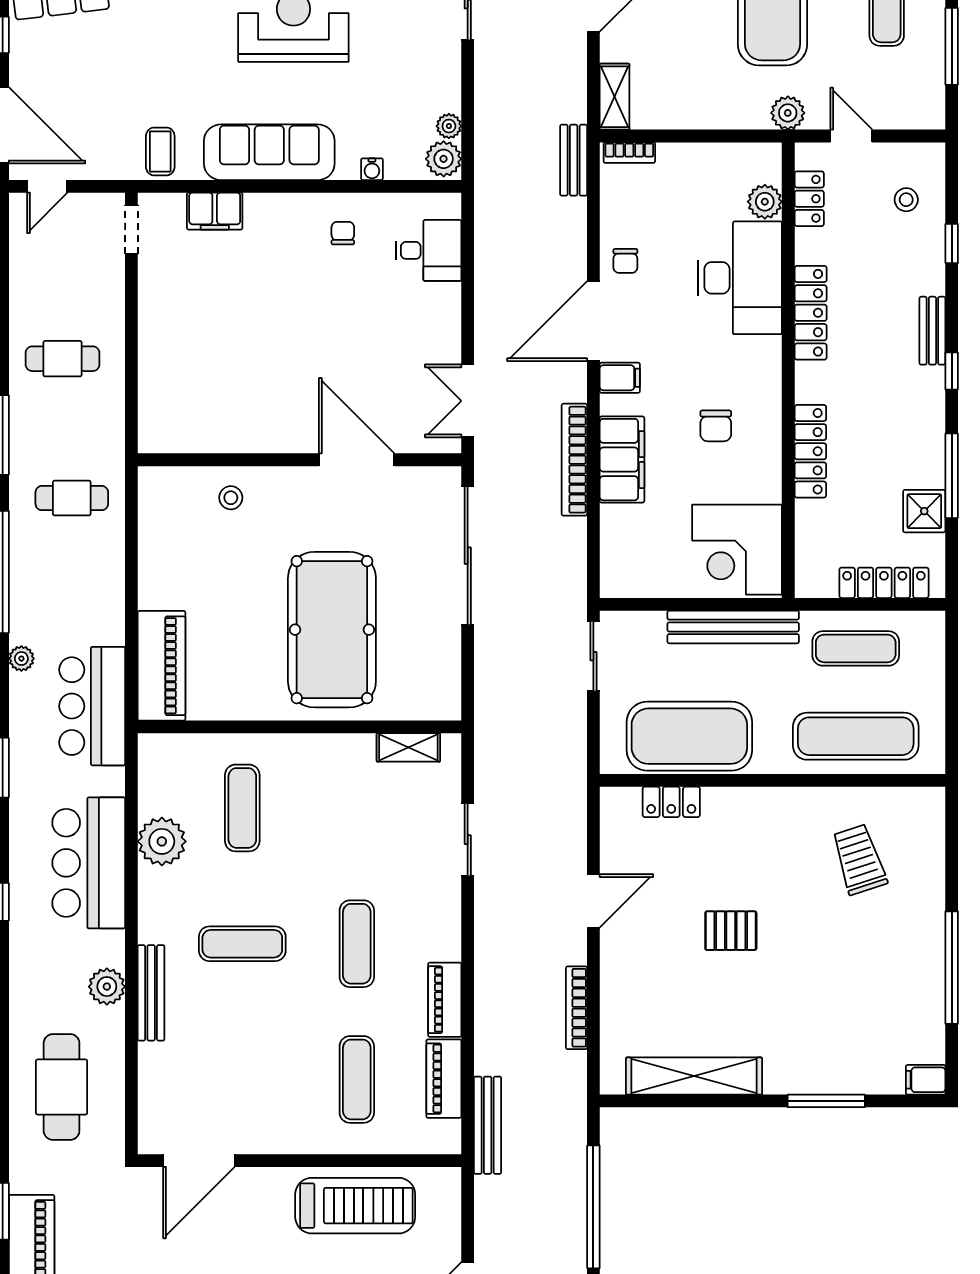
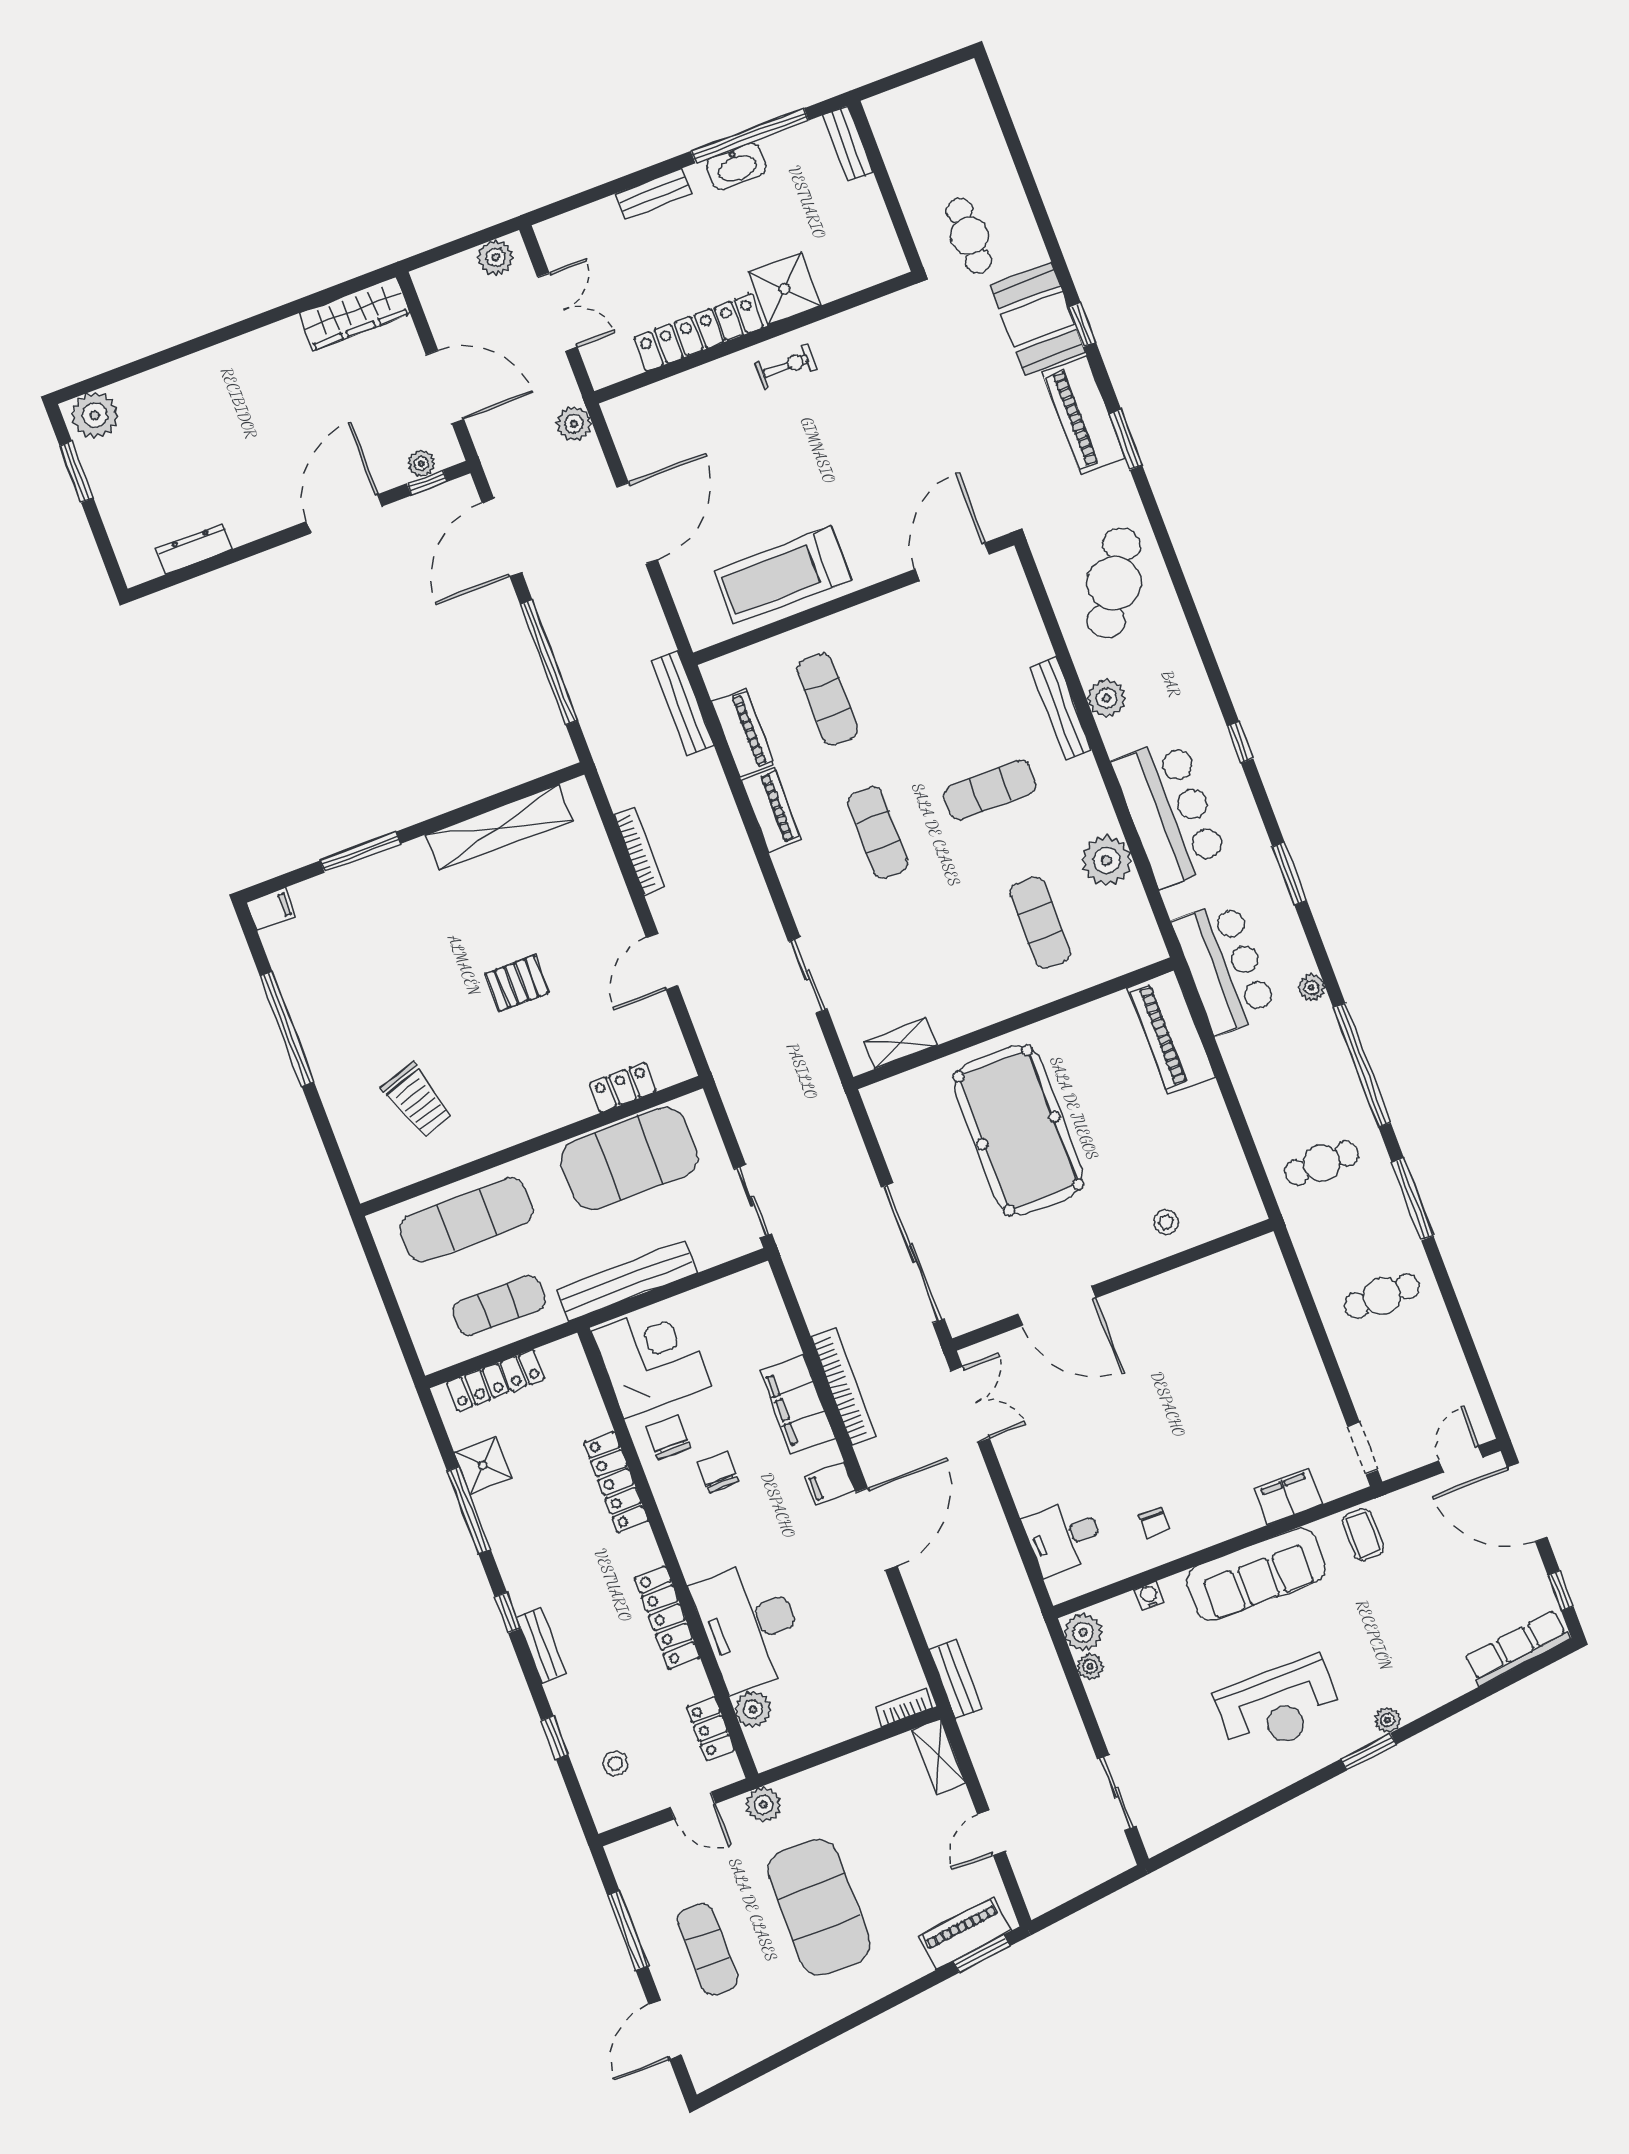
chair: (625, 261) -> (668, 1437), moved, width x1.37, depth x1.37
cafe table: (62, 1087) -> (1114, 583), turned 32

